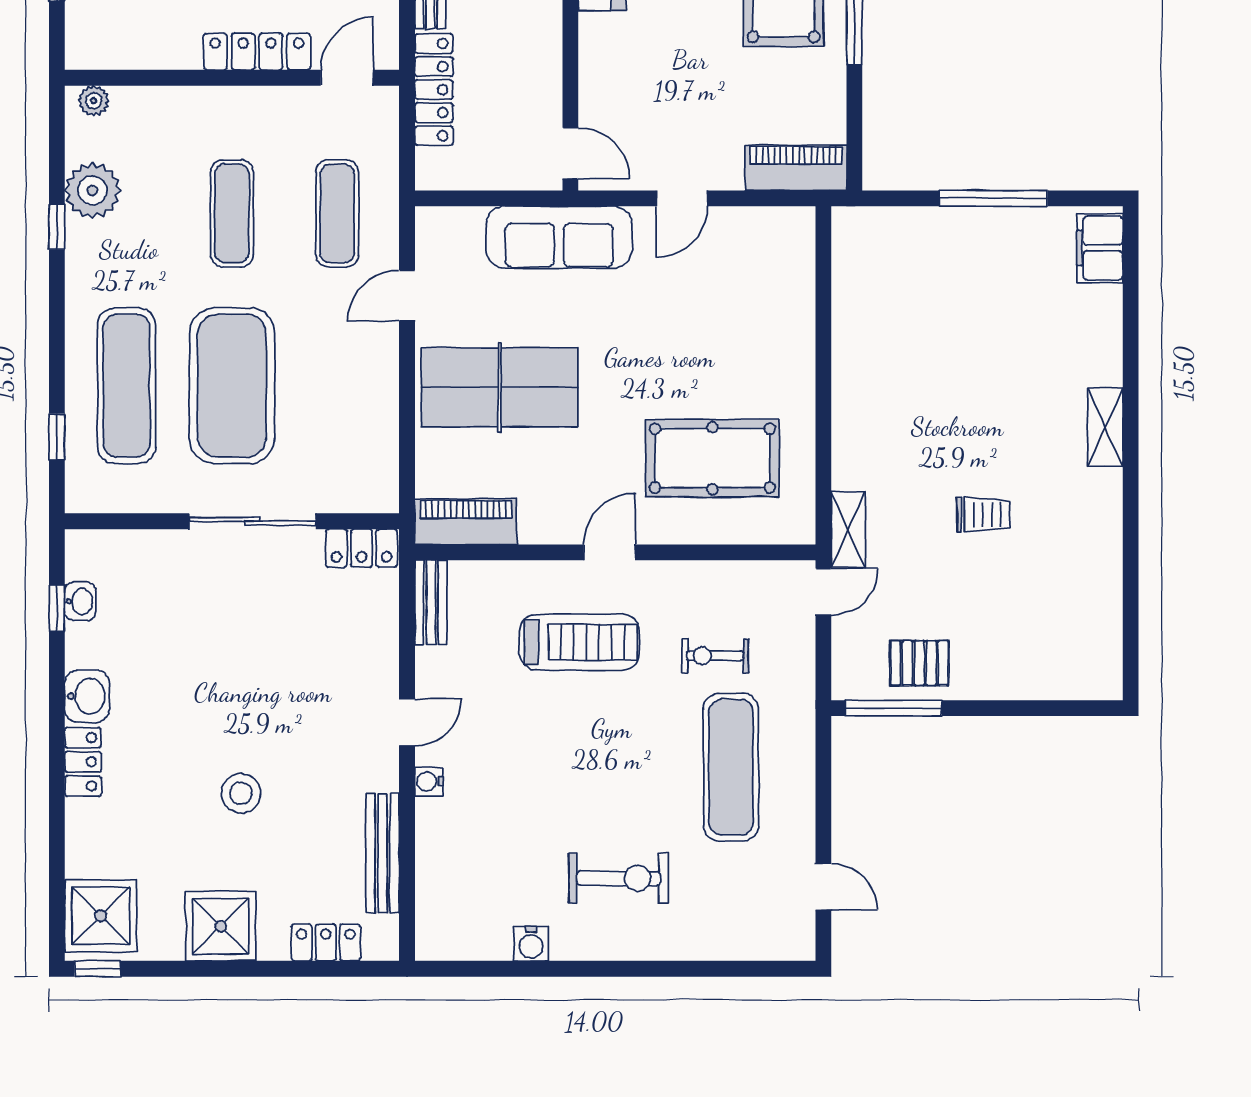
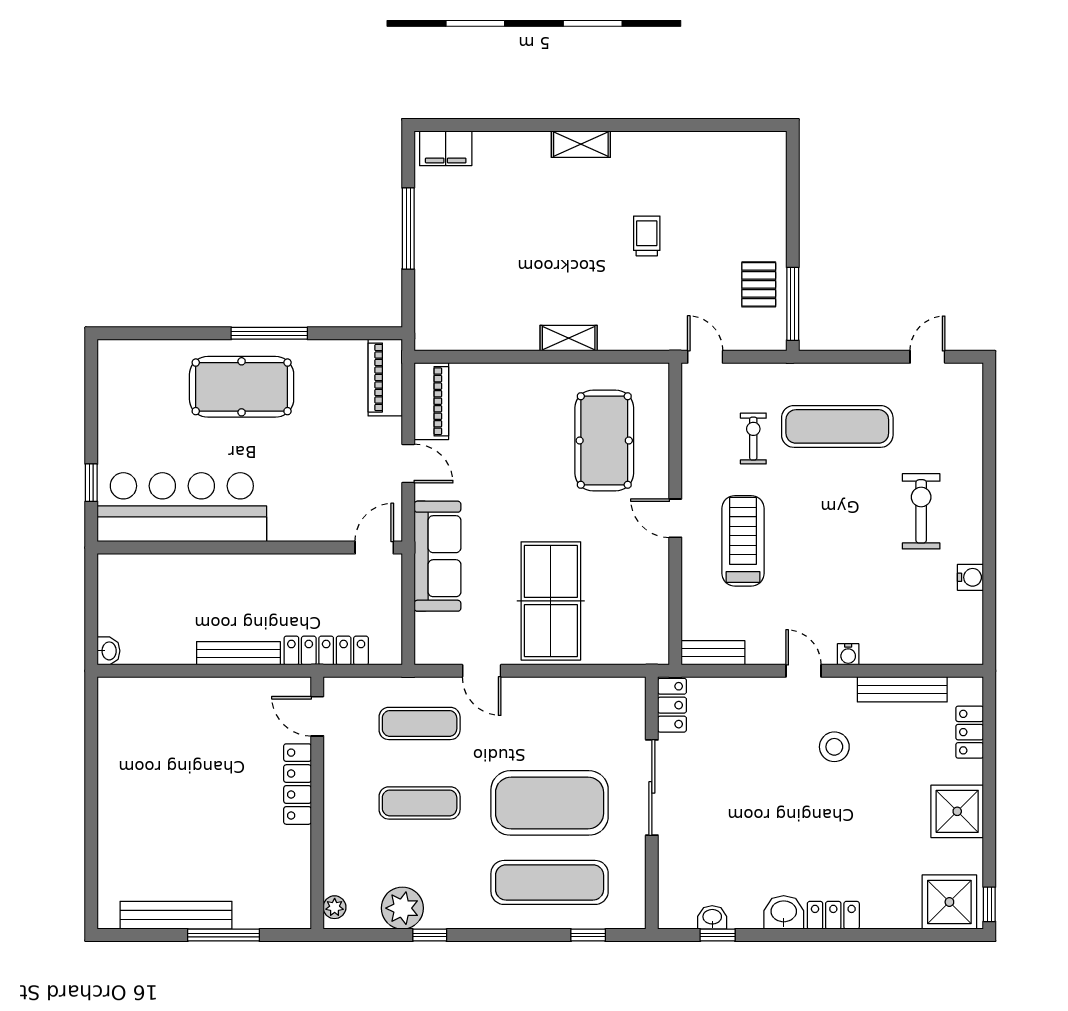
piano: (466, 522) -> (431, 401), moved, turned 180
shelving: (848, 530) -> (569, 338), moved
exercise bike: (715, 656) -> (753, 439), turned 180
stool: (241, 793) -> (834, 747), moved

